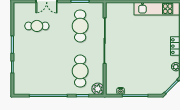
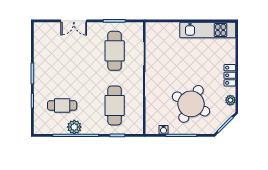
cafe table: (37, 26) -> (62, 105), moved
round table: (143, 70) -> (191, 104), added
plant: (98, 89) -> (74, 127), moved

